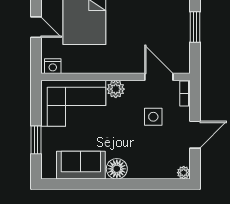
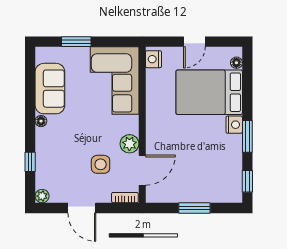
plant: (116, 89) -> (129, 144), moved
floor lamp: (117, 169) -> (41, 121), width x0.53, depth x0.53
window: (151, 184) -> (30, 162), added

